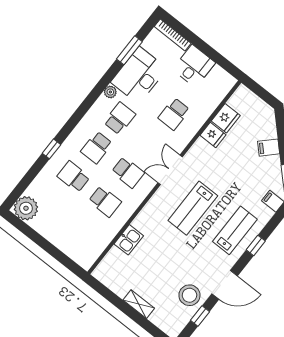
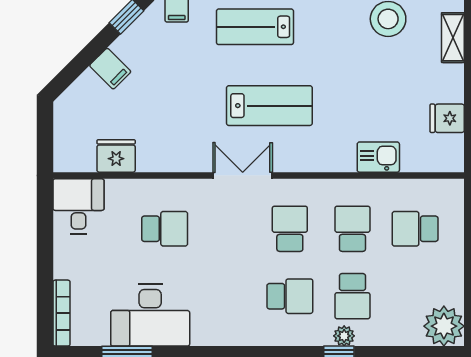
desk: (194, 66) -> (78, 206), moved, turned 90
plant: (110, 92) -> (344, 336), moved
school desk: (120, 118) -> (415, 229), moved
fridge: (213, 135) -> (447, 118), moved, turned -90
double door: (170, 170) -> (243, 176), swing flipped
shelving: (139, 304) -> (453, 38), moved

